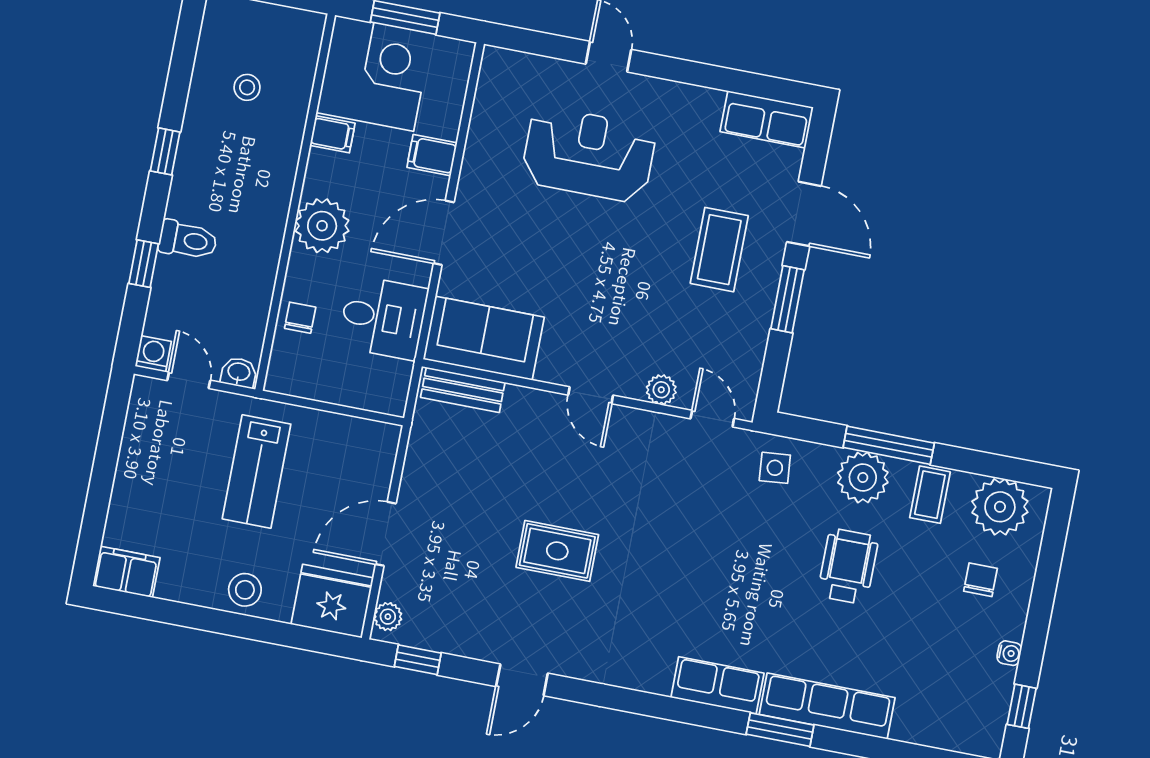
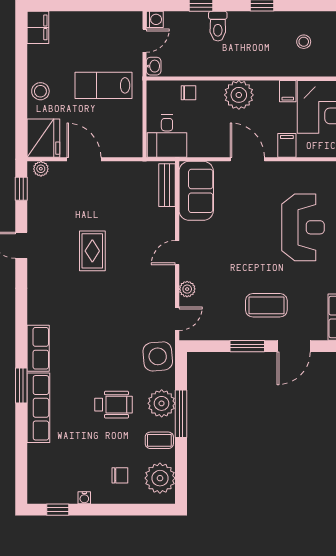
desk: (383, 318) -> (167, 136), moved
side table: (775, 468) -> (158, 356), width x1.87, depth x1.87

